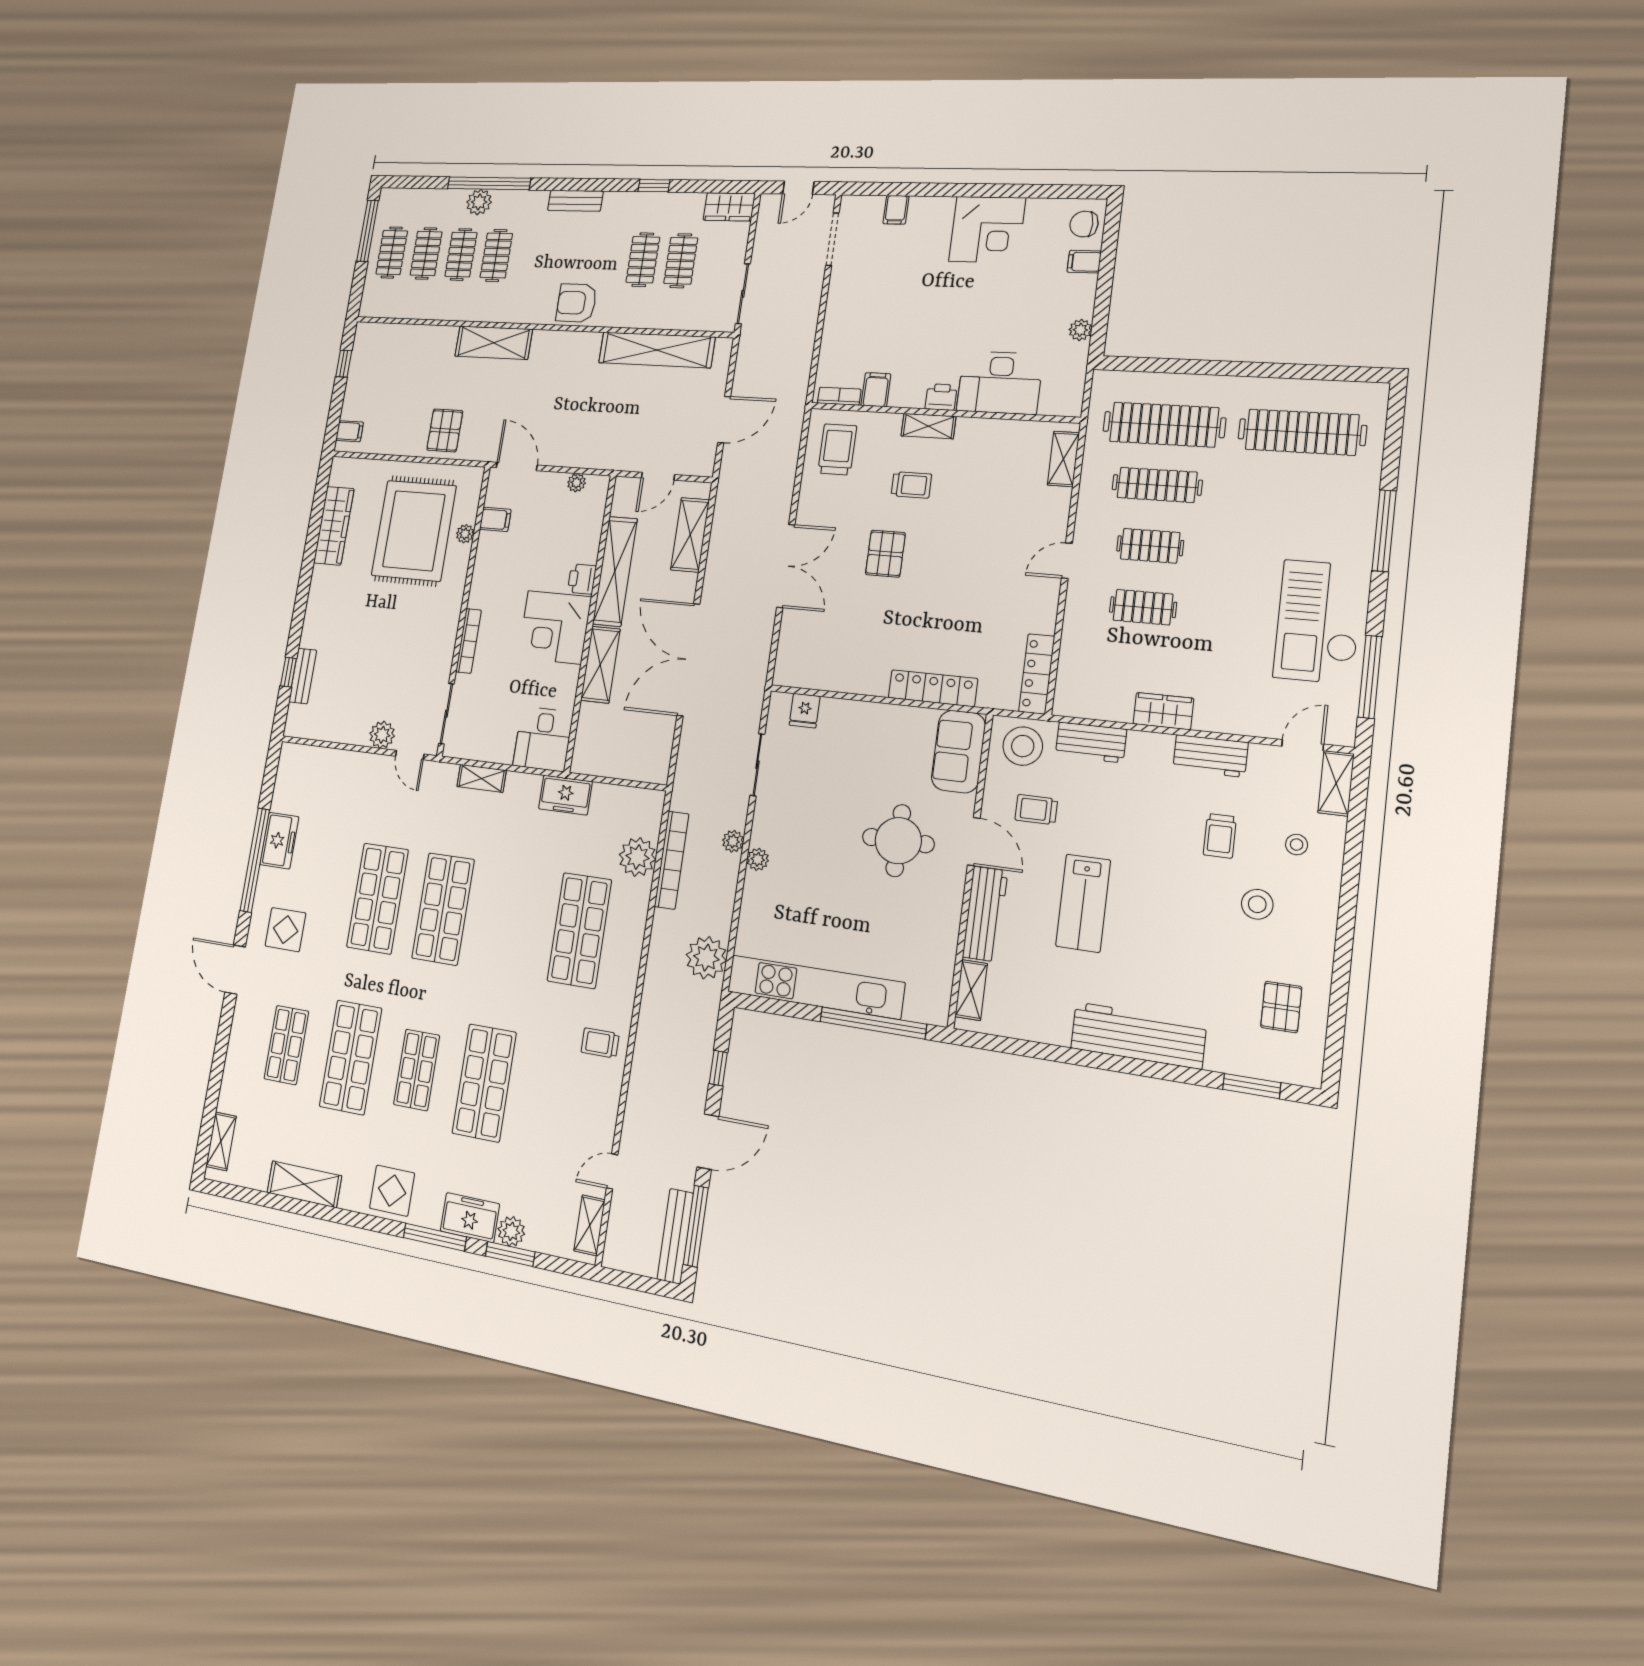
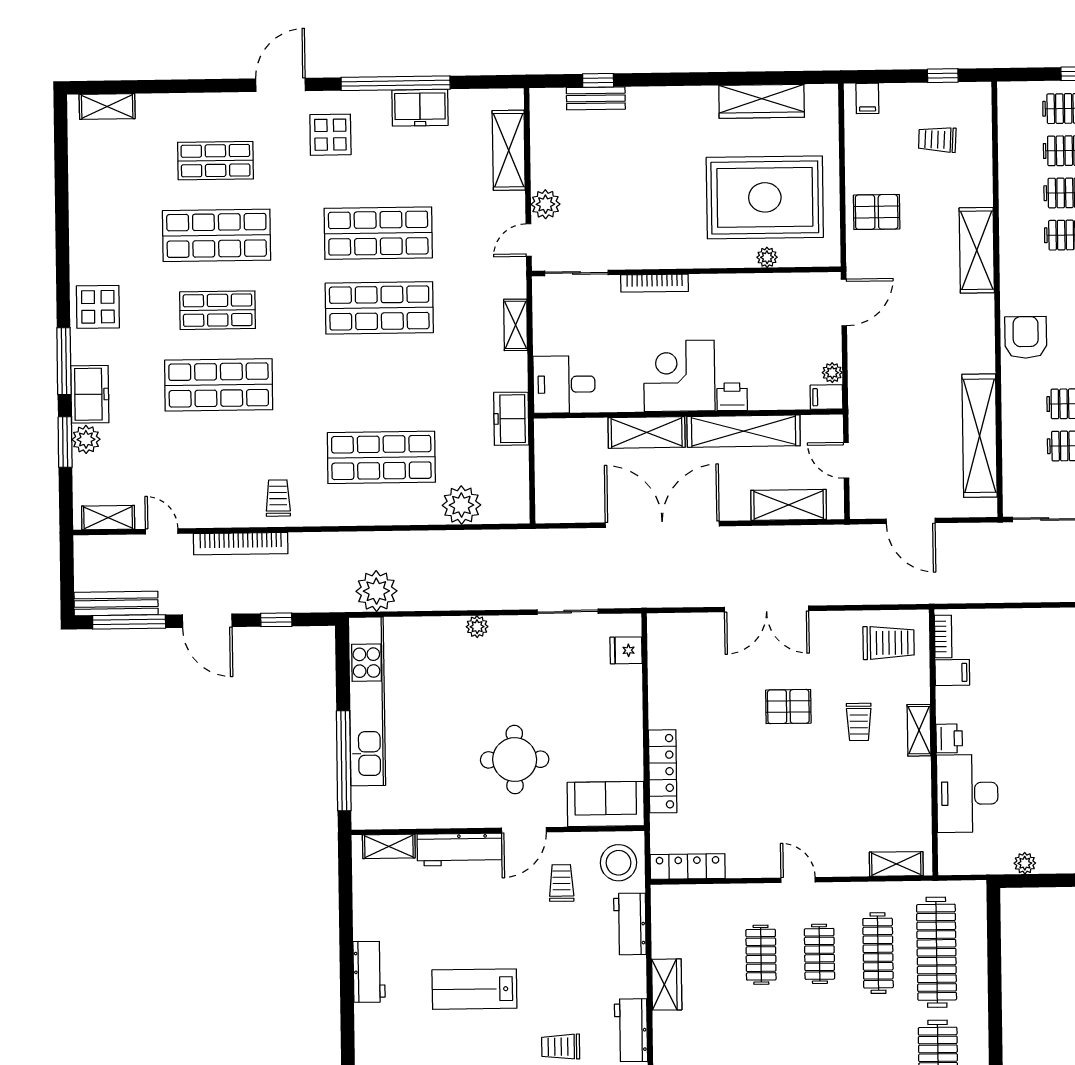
trolley: (395, 372) -> (937, 140), added
filing cabinet: (495, 519) -> (826, 397), moved, turned 90
plant: (733, 841) -> (491, 599), removed
bookcase: (672, 860) -> (241, 544), moved
lab bench: (1083, 903) -> (474, 989), moved
workbench: (1138, 1035) -> (369, 972), width x0.53, depth x0.76
shelving: (304, 1184) -> (509, 150), moved

